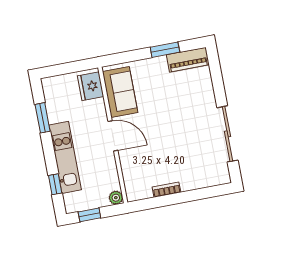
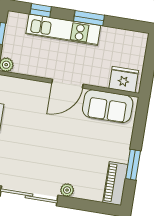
plant: (210, 101) -> (67, 190), added
window: (43, 118) -> (89, 18), moved

